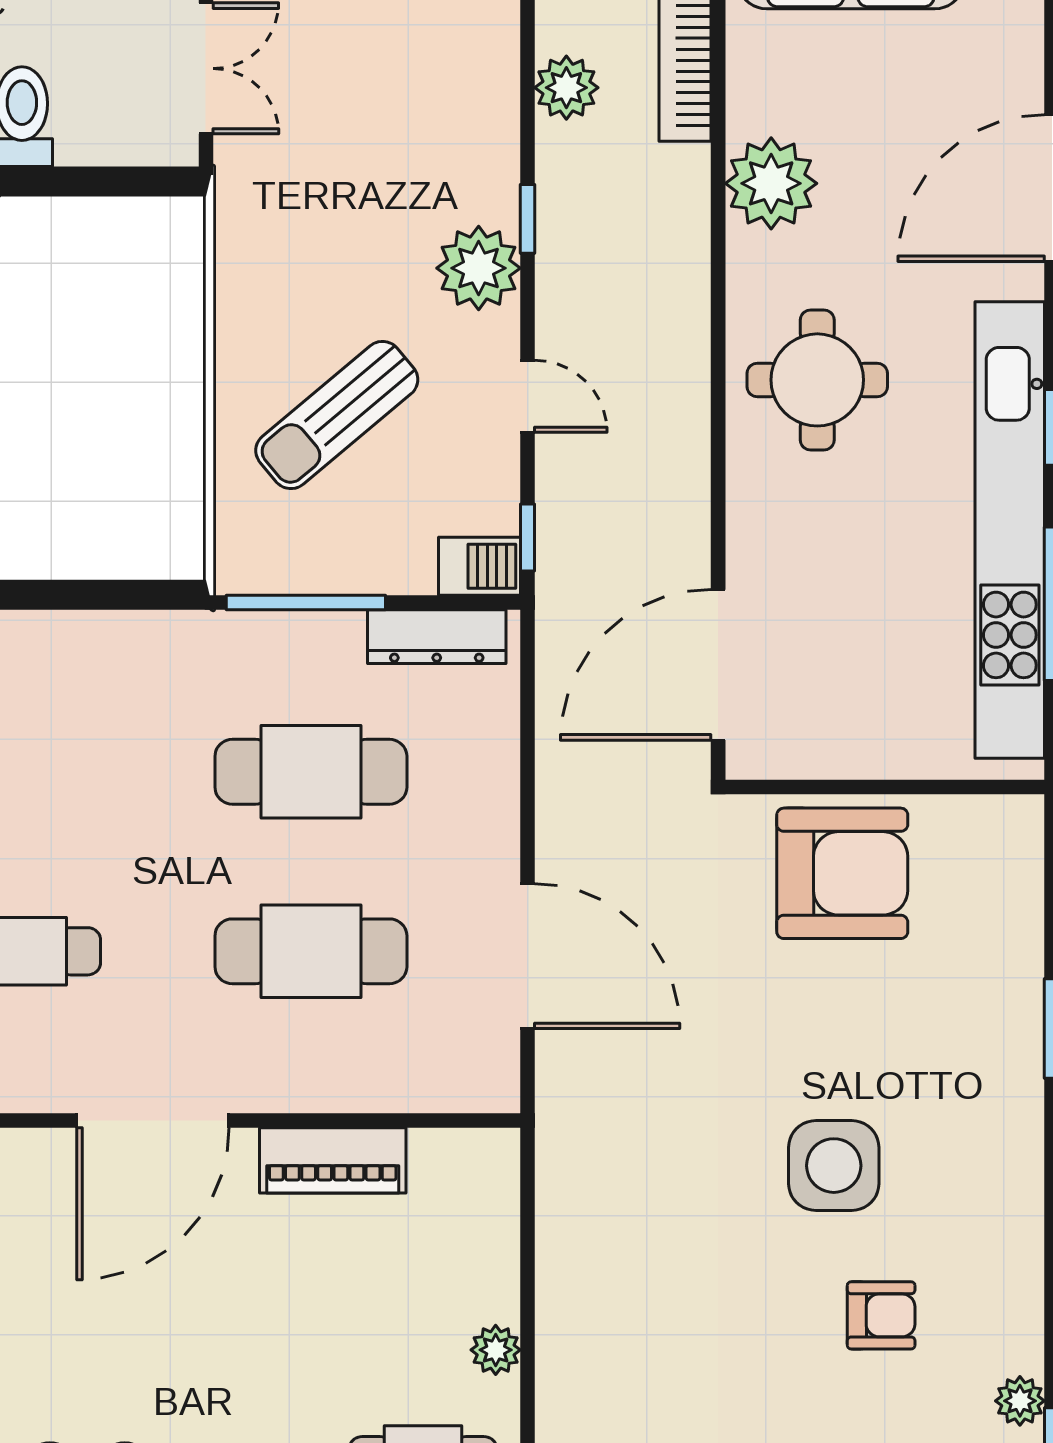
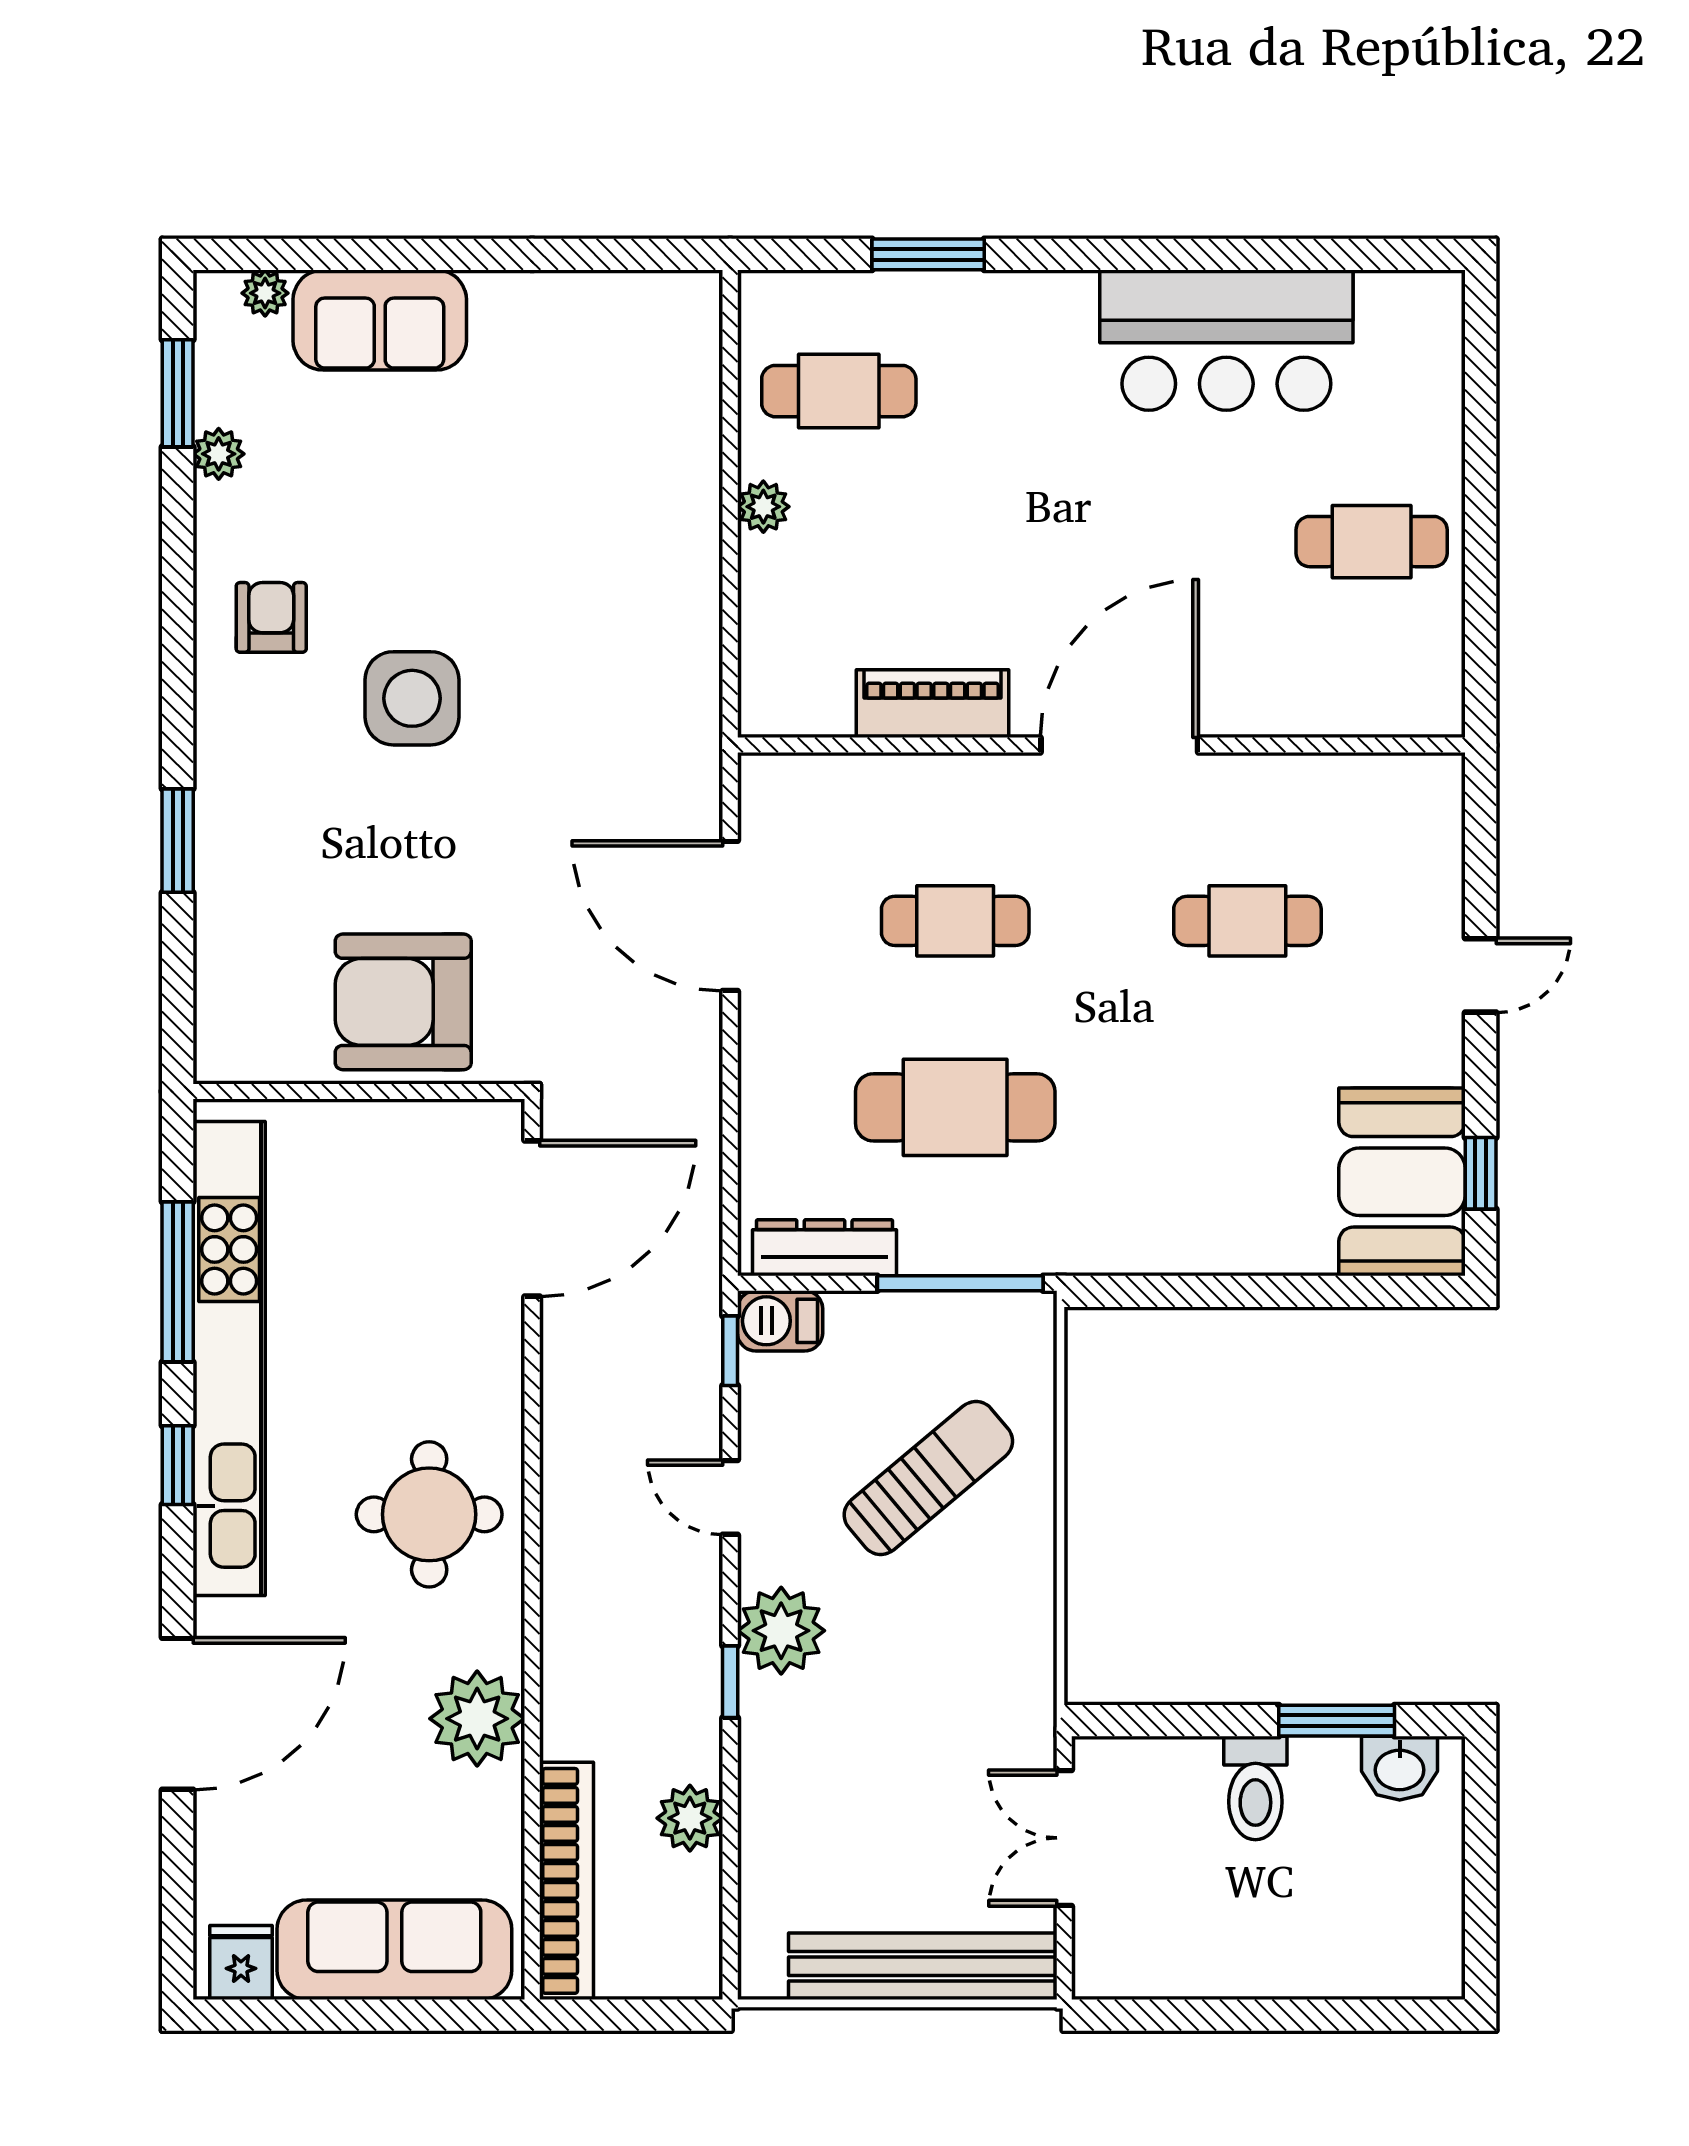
cafe table: (311, 951) -> (955, 921), width x0.73, depth x0.74
armchair: (881, 1315) -> (271, 617), moved, turned 90

